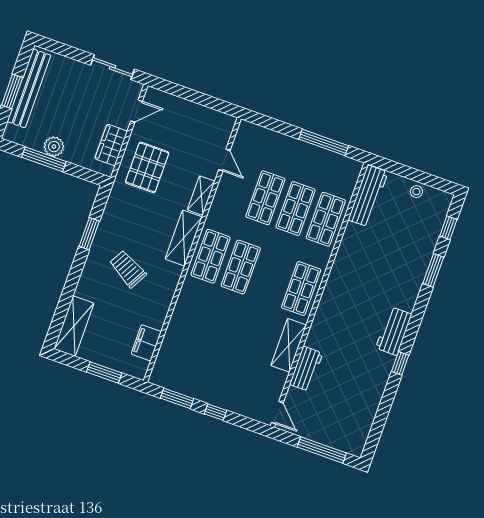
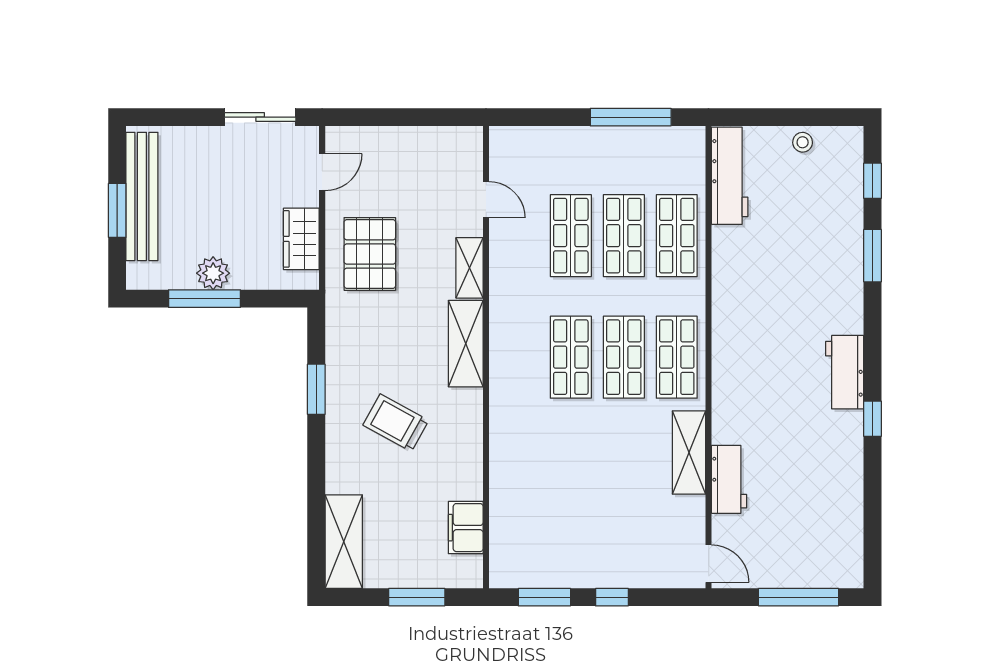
shop shelf: (211, 256) -> (624, 357), moved

